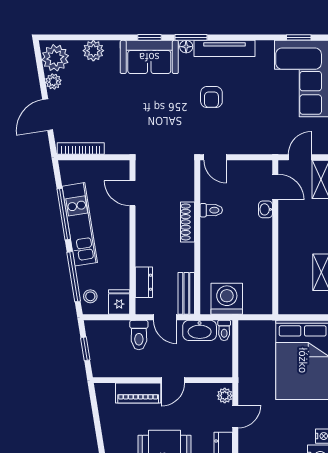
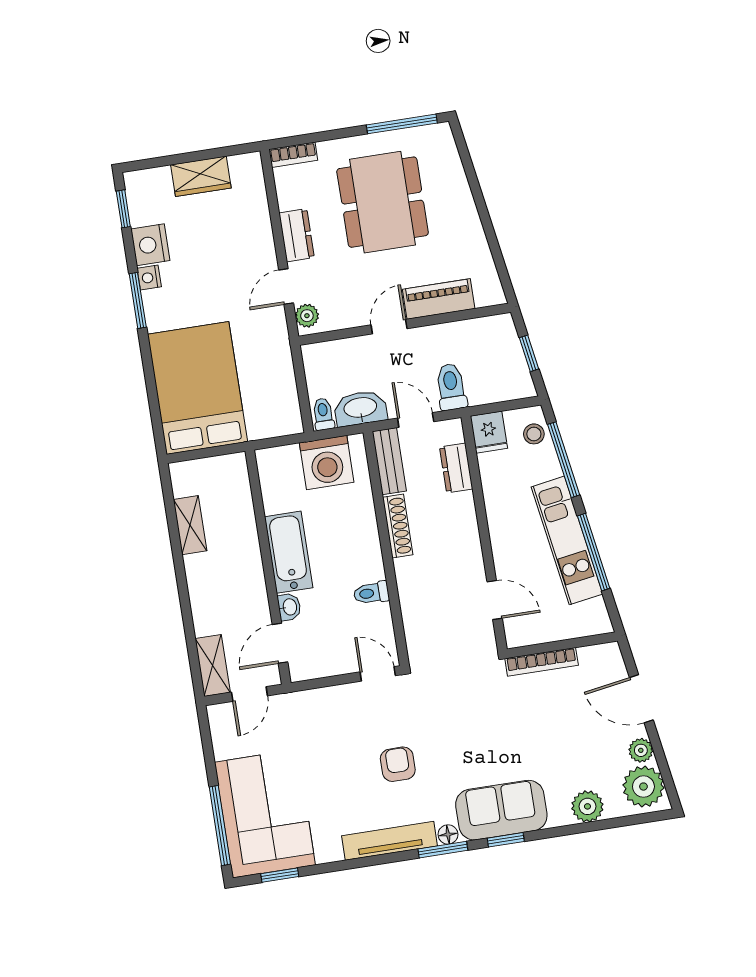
door: (48, 115) -> (641, 699), swing flipped
bookcase: (81, 149) -> (542, 662), moved
door: (275, 187) -> (280, 643), hinge flipped
shoe rack: (187, 222) -> (398, 526), moved
bathtub: (260, 245) -> (289, 552), added

